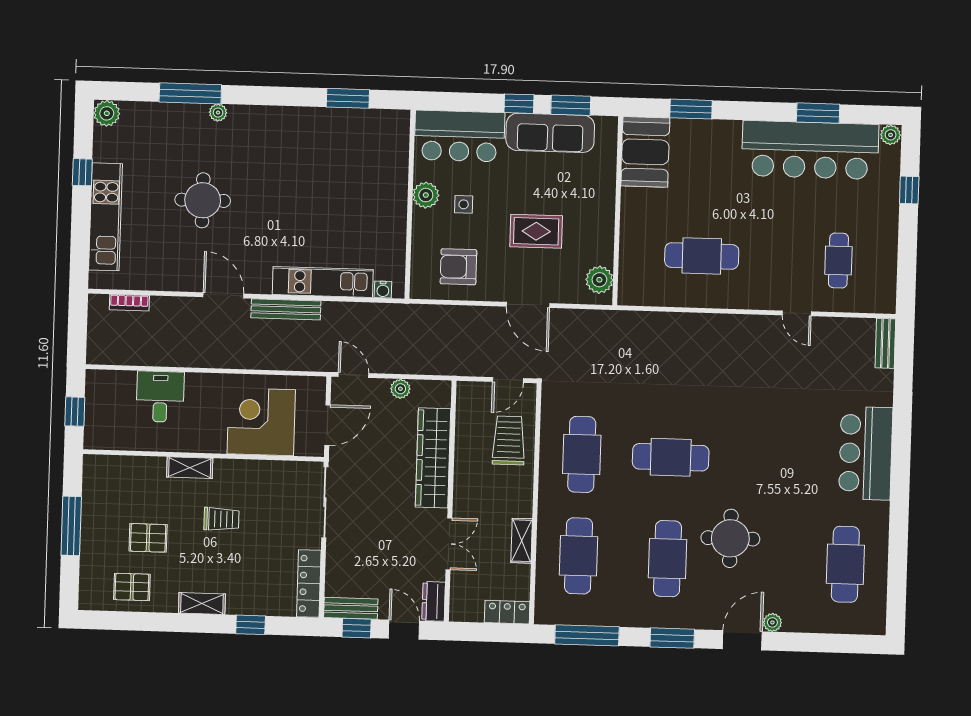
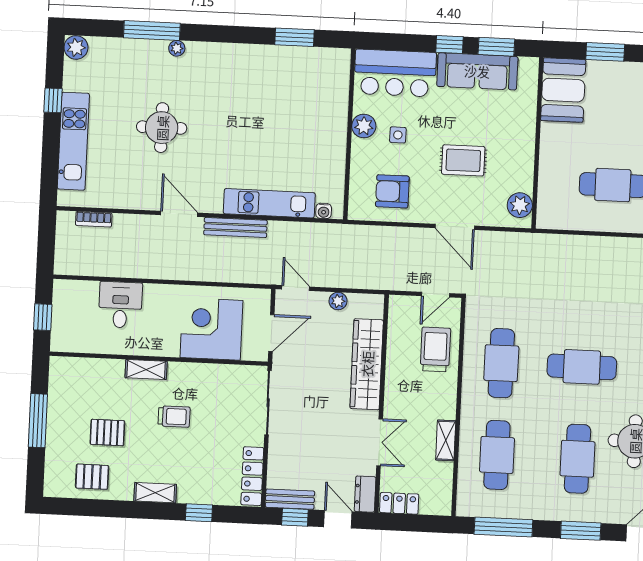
locker: (507, 612) -> (399, 503), moved

